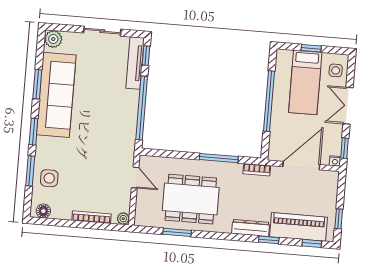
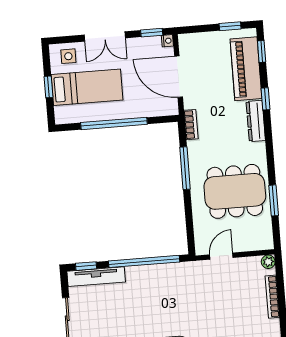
dining table: (191, 199) -> (235, 191), turned 90

